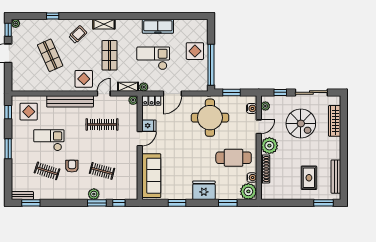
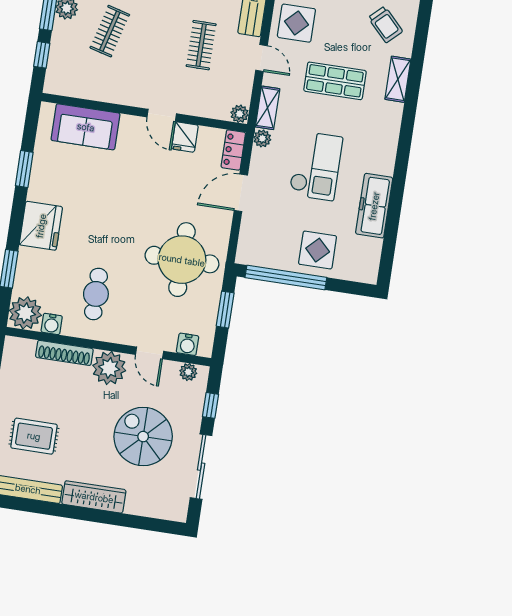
freezer: (158, 26) -> (374, 206), moved
door: (172, 94) -> (241, 193), hinge flipped
wardrobe: (335, 121) -> (94, 497), moved
clothes rail: (102, 124) -> (201, 45), width x0.73
spiral stairs: (301, 124) -> (143, 437), turned 90
cafe table: (234, 158) -> (96, 294), width x0.73, depth x0.74
sofa: (151, 176) -> (86, 127), width x0.73

